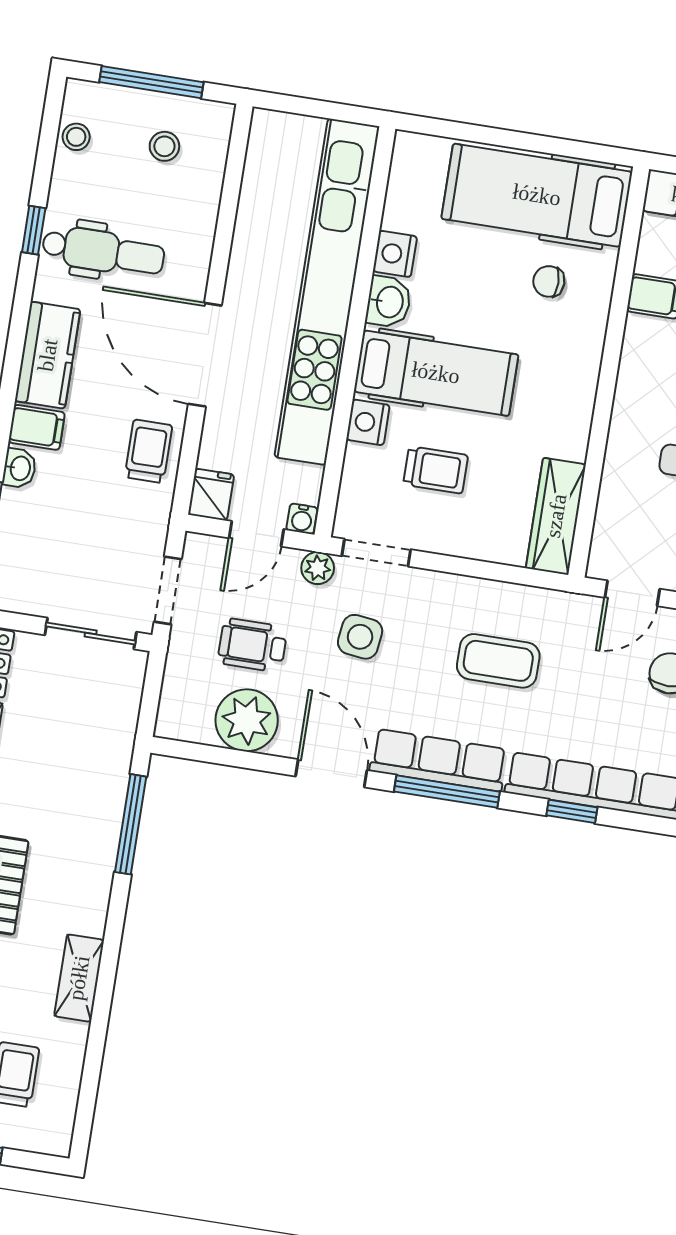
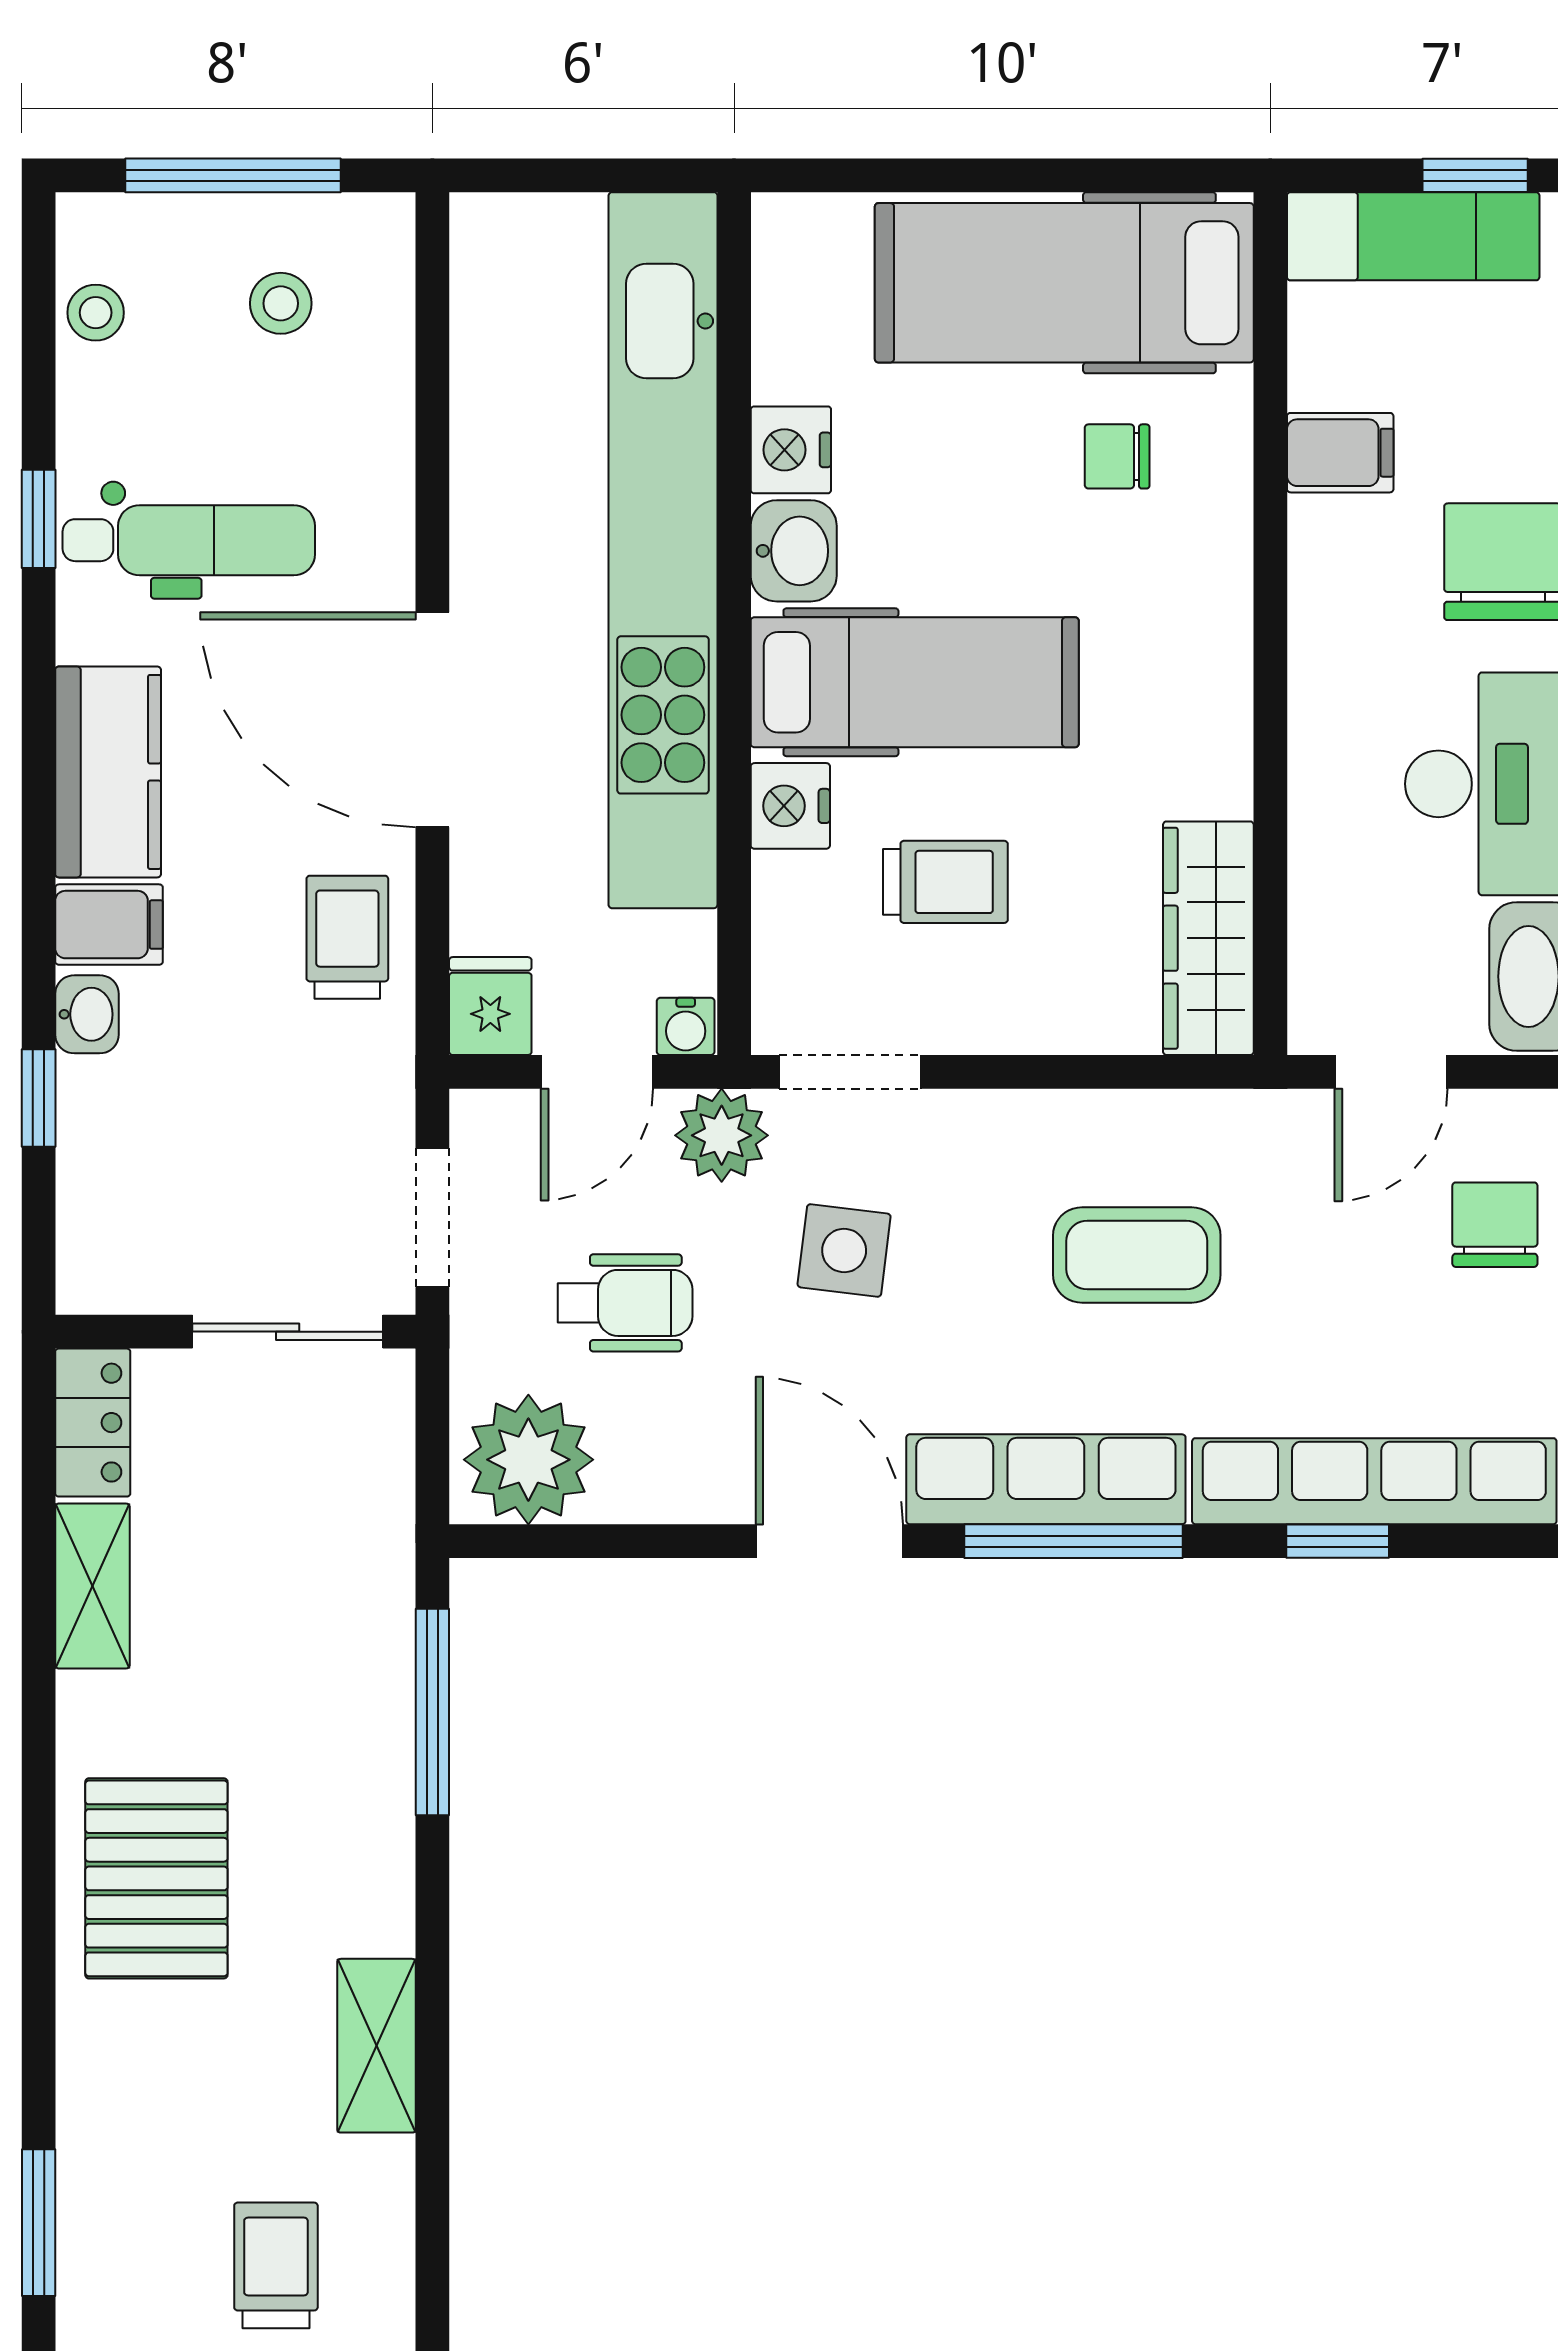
plant: (318, 568) -> (722, 1135), width x1.38, depth x1.38
wheelchair: (252, 645) -> (625, 1303), turned 180
plant: (247, 720) -> (528, 1460), moved

